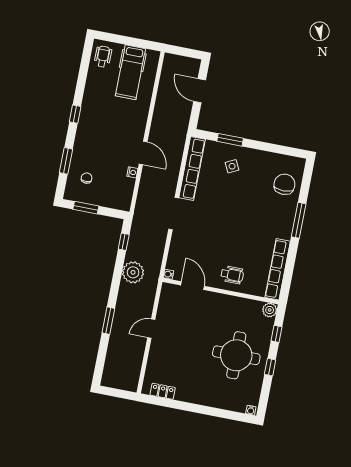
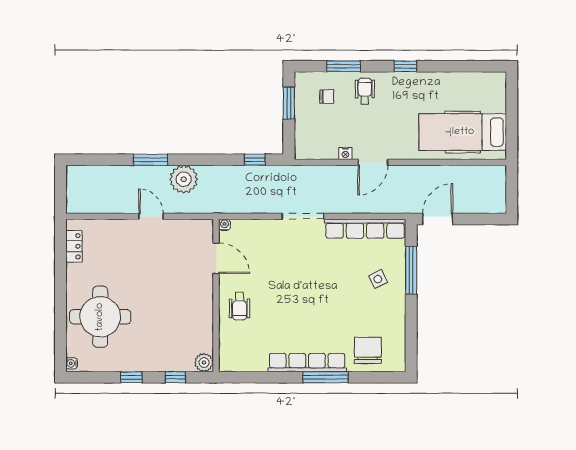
wheelchair: (103, 57) -> (365, 91), moved, turned -90
hospital bed: (131, 72) -> (463, 132), width x1.37, depth x1.29
door: (200, 91) -> (438, 219), moved
window: (230, 140) -> (411, 270), width x1.44
chair: (284, 184) -> (368, 350), turned -90
row of seats: (278, 269) -> (307, 363), moved
plant: (133, 272) -> (184, 179), moved
door: (193, 286) -> (216, 258), hinge flipped
round table: (236, 355) -> (100, 317), moved

